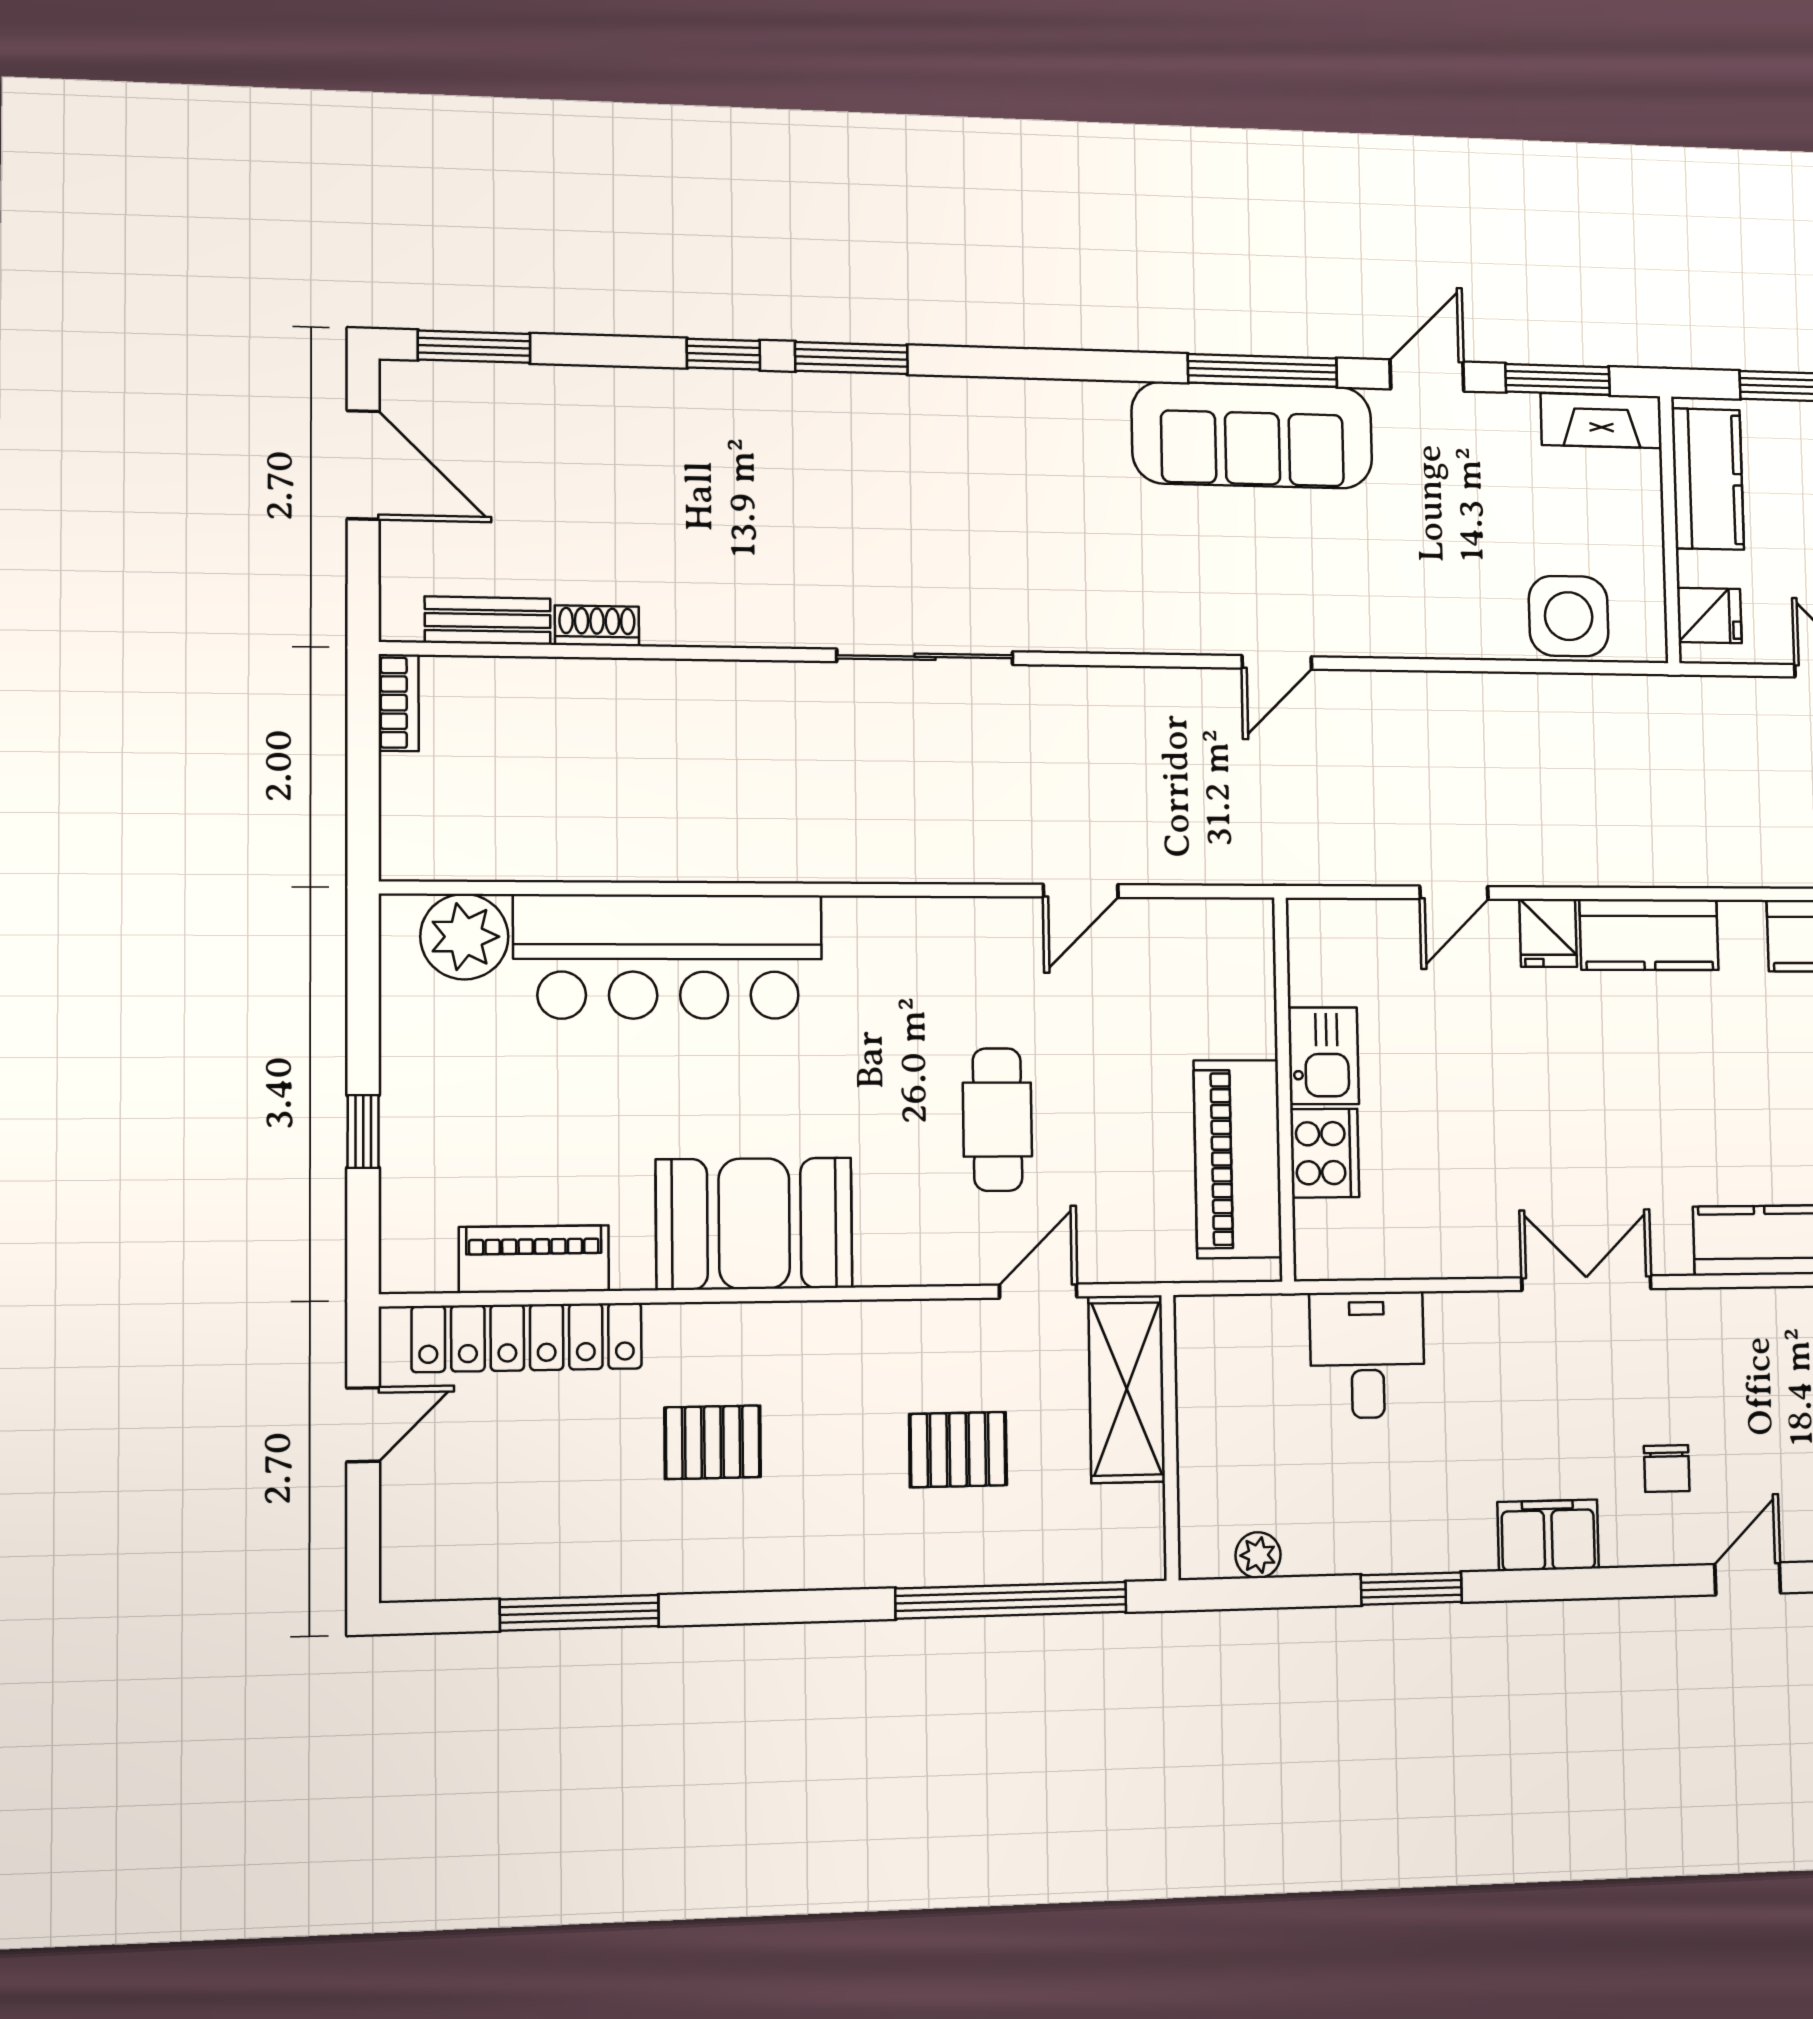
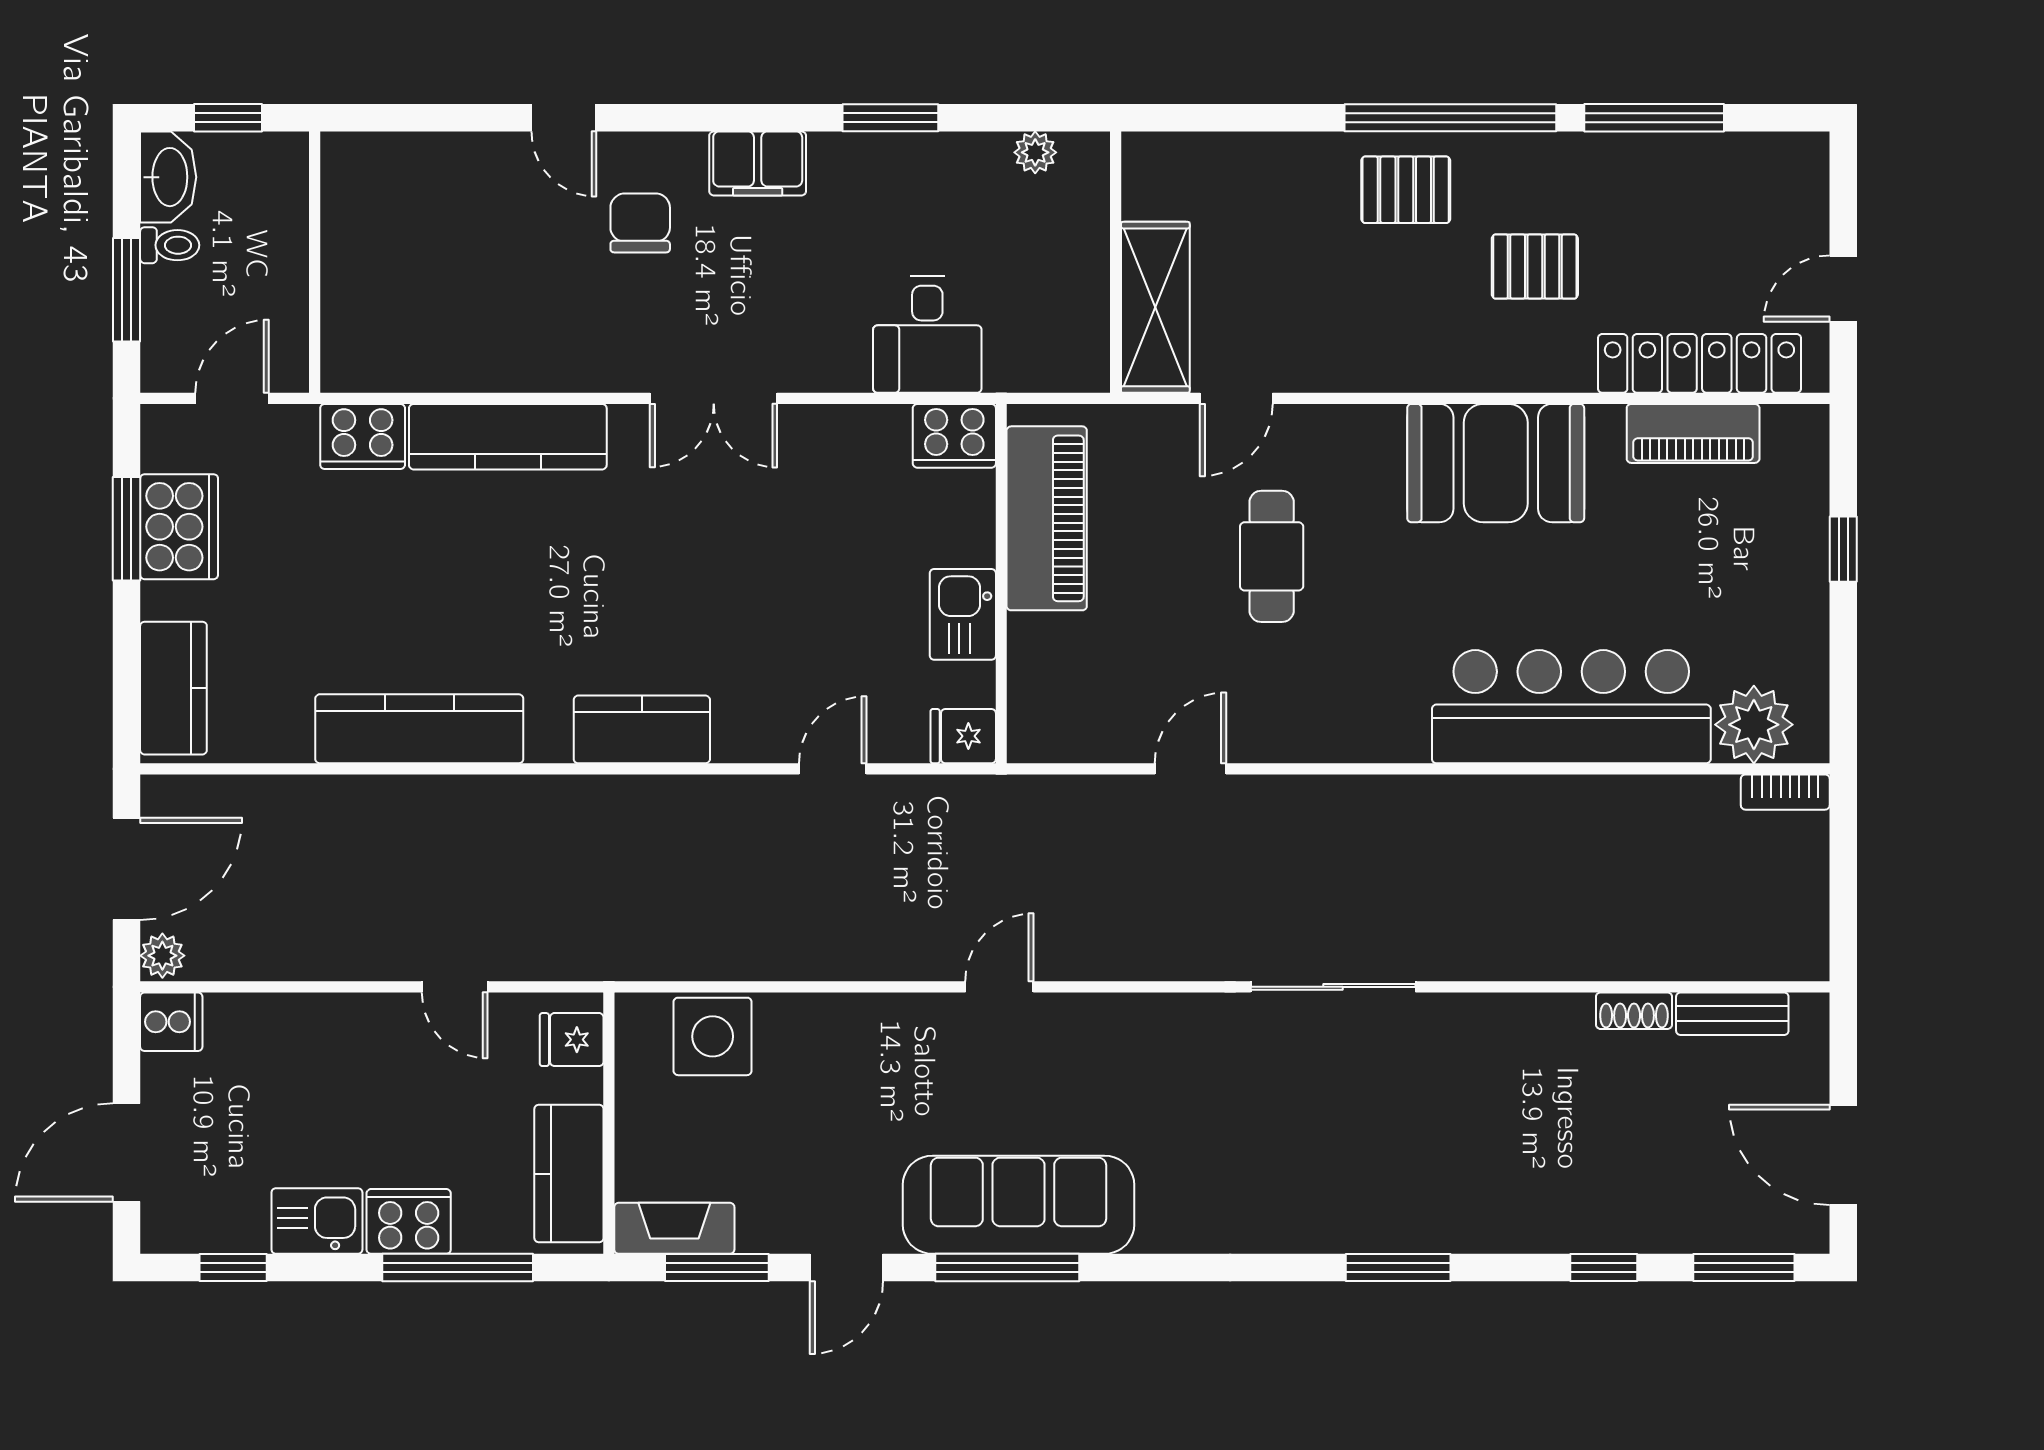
window: (723, 354) -> (1604, 1268), moved
bookcase: (399, 703) -> (1785, 792), moved, turned -90
fridge: (1548, 933) -> (963, 736), moved, turned -90
cooker: (1325, 1153) -> (954, 436), moved, turned -90
pallet: (958, 1450) -> (1406, 190), moved
chair: (1667, 1469) -> (640, 223), width x1.37, depth x1.37
door: (1748, 1579) -> (564, 118), hinge flipped
window: (1011, 1600) -> (1450, 118), moved

